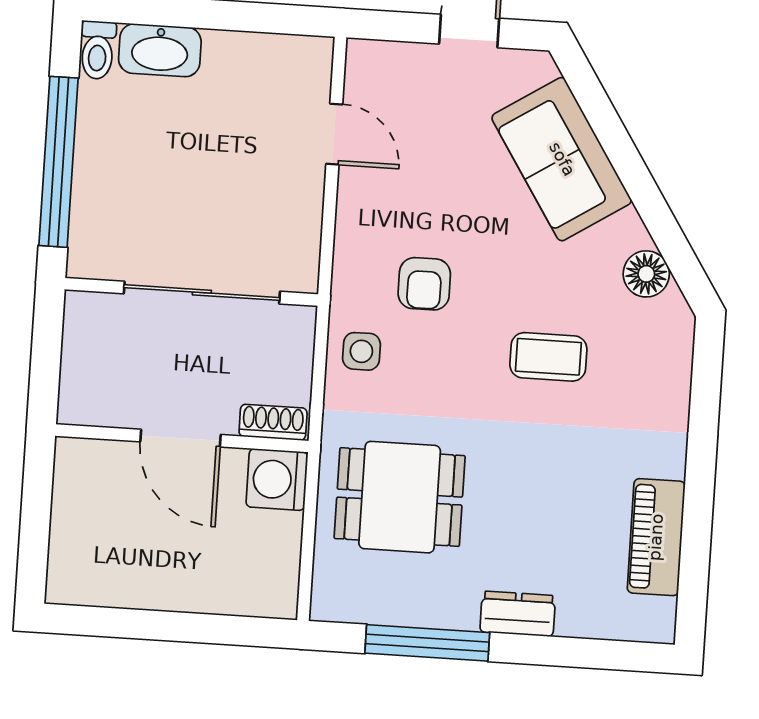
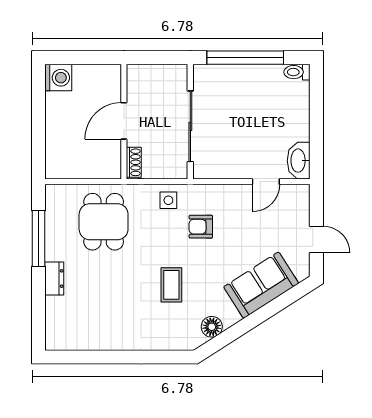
washbasin: (160, 50) -> (299, 161), moved
washing machine: (277, 480) -> (58, 78), moved, turned 90
piano: (656, 537) -> (93, 339), removed

